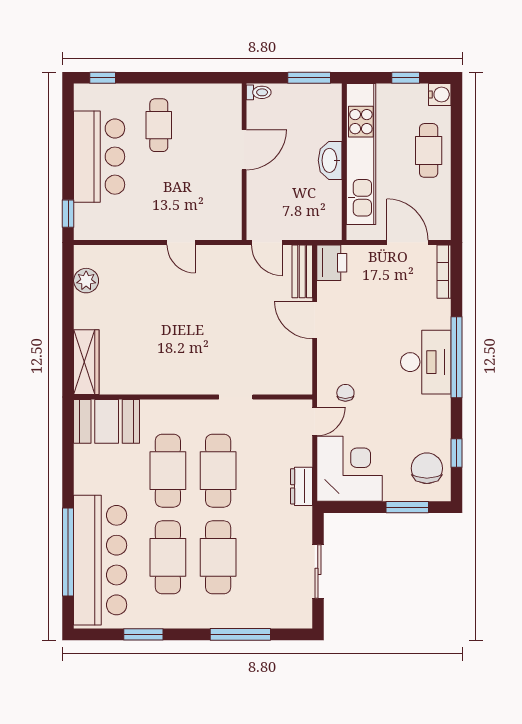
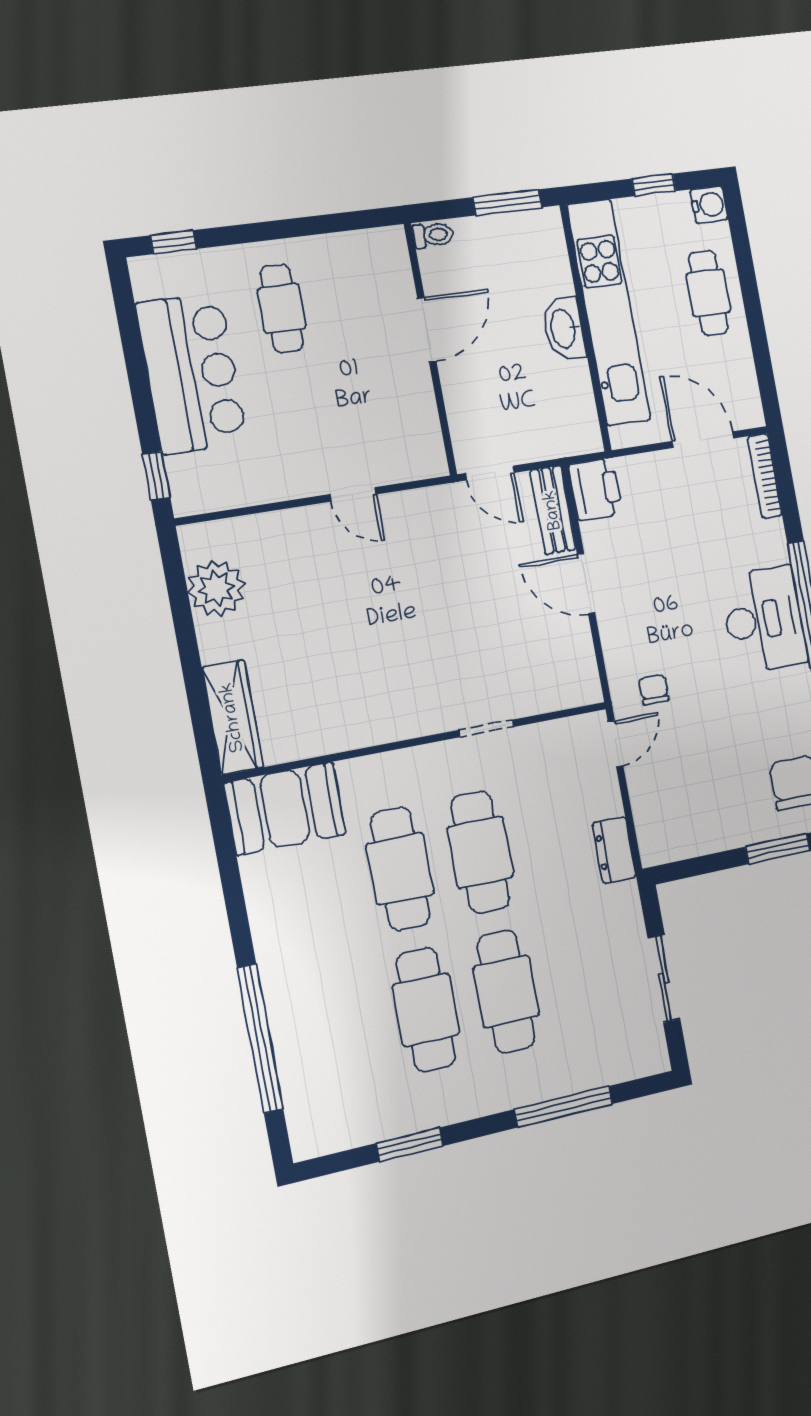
plant: (86, 281) -> (216, 588), width x1.36, depth x1.36
corner desk: (349, 469) -> (682, 807), removed
bar counter: (100, 560) -> (316, 1040), removed

